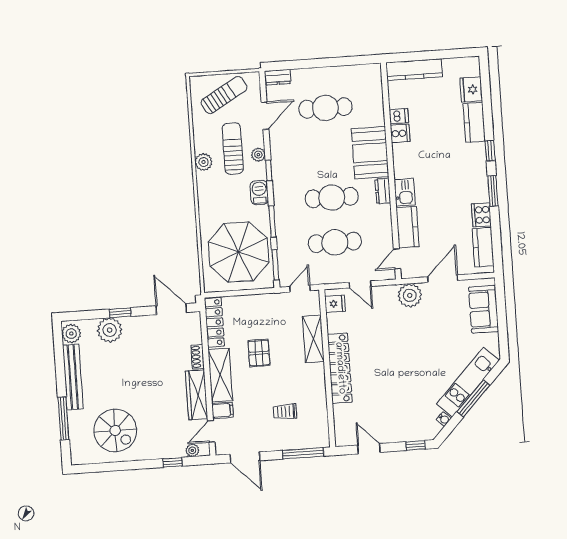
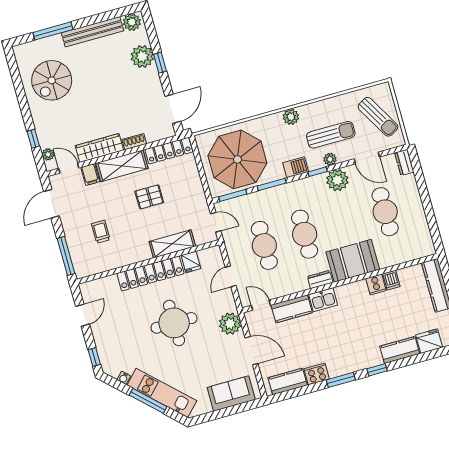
plant: (282, 151) -> (337, 180), added
plant: (204, 162) -> (291, 117), moved
fridge: (335, 304) -> (191, 262), moved
round table: (397, 354) -> (174, 323), added

